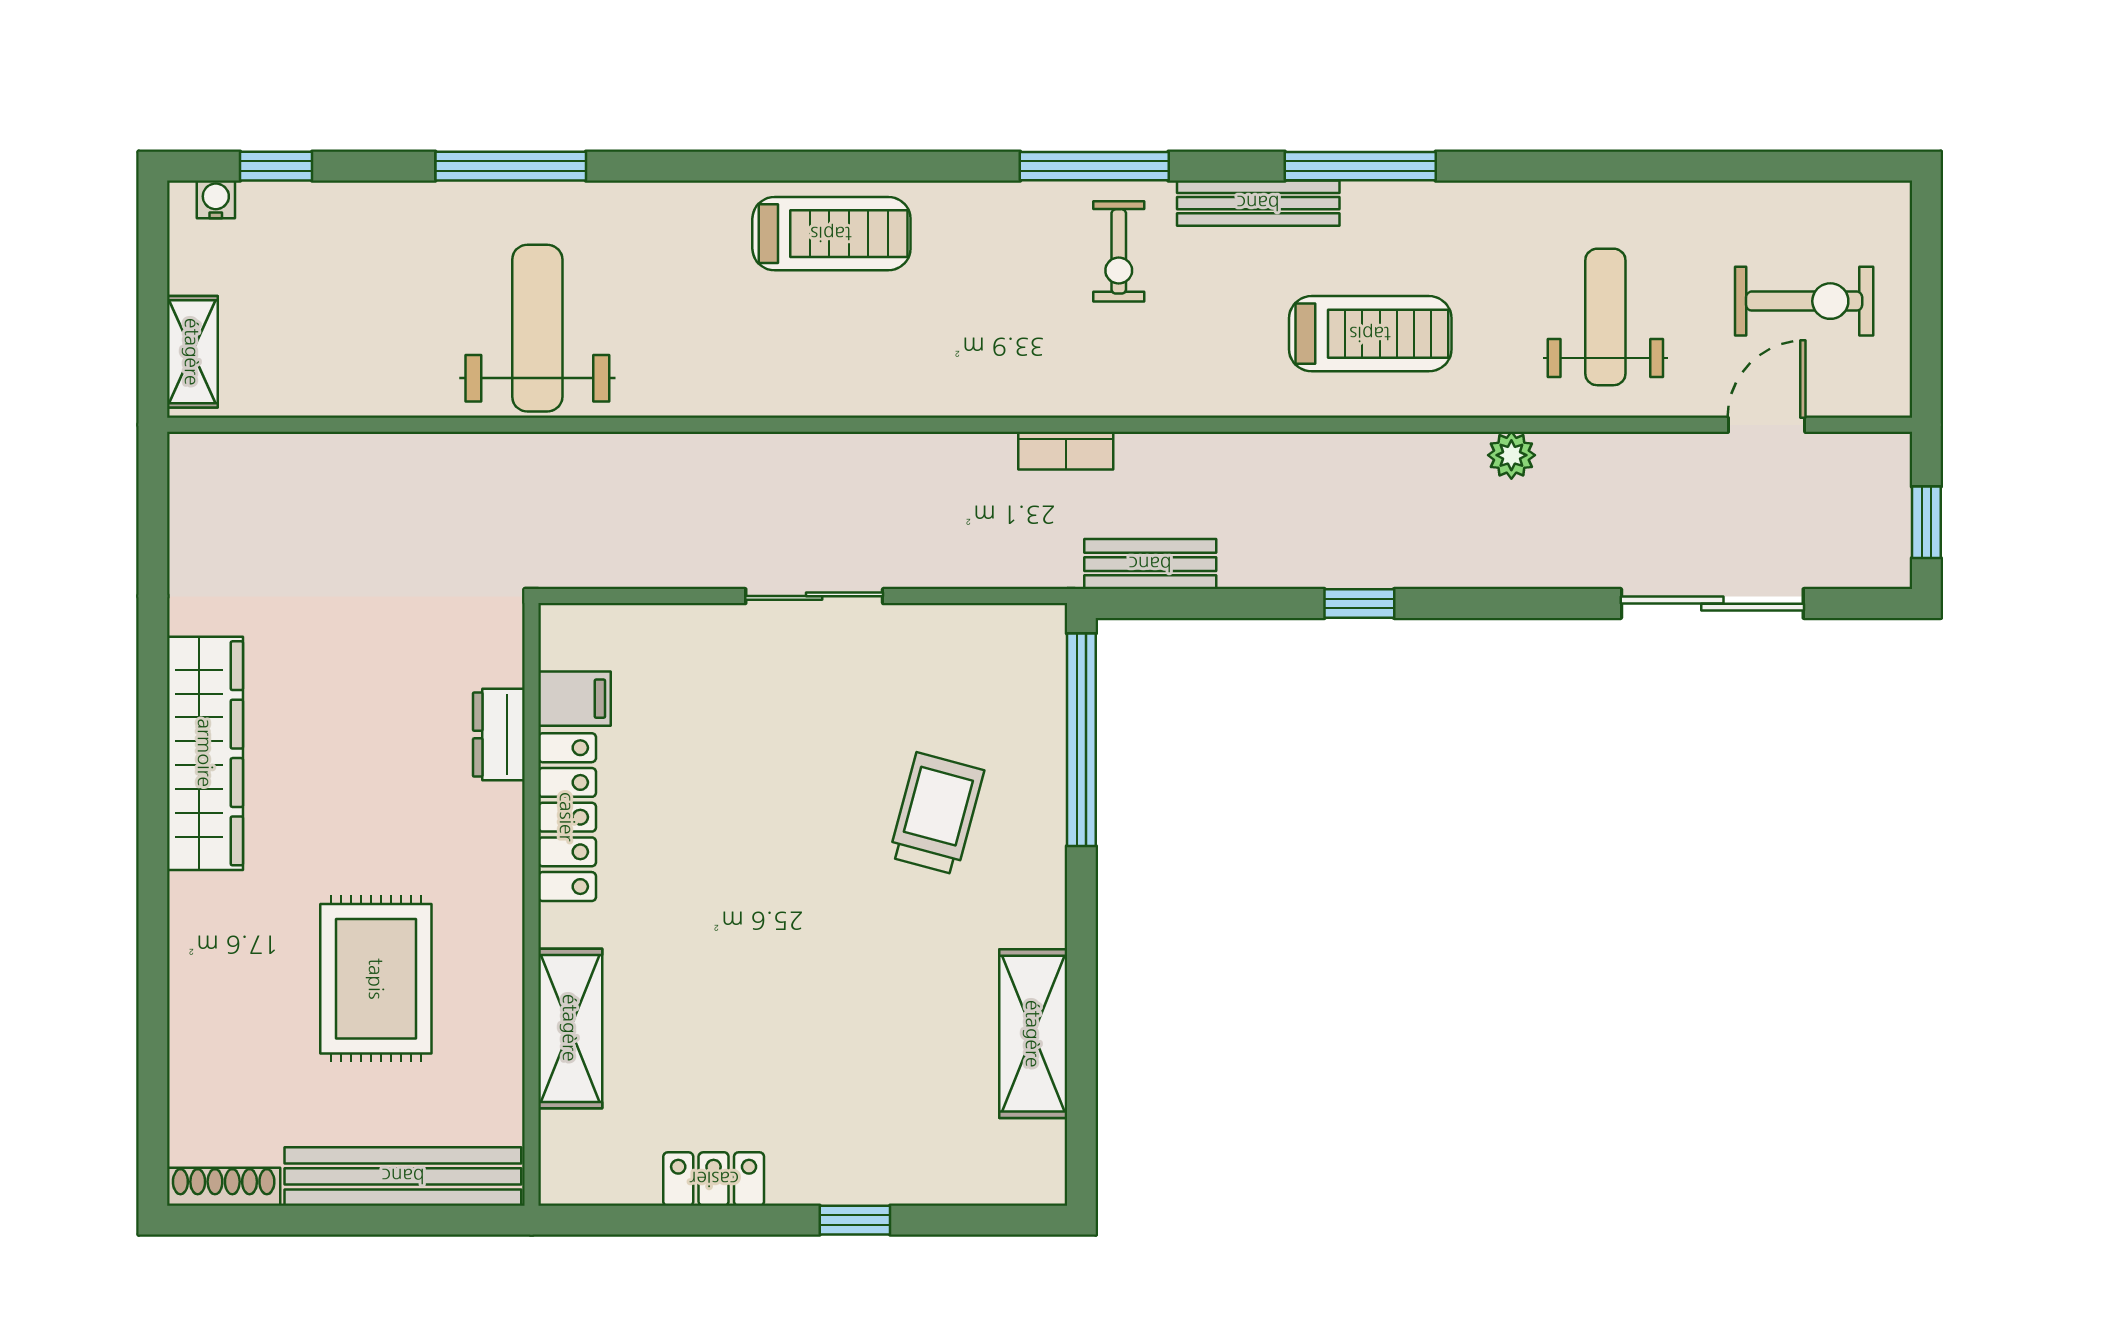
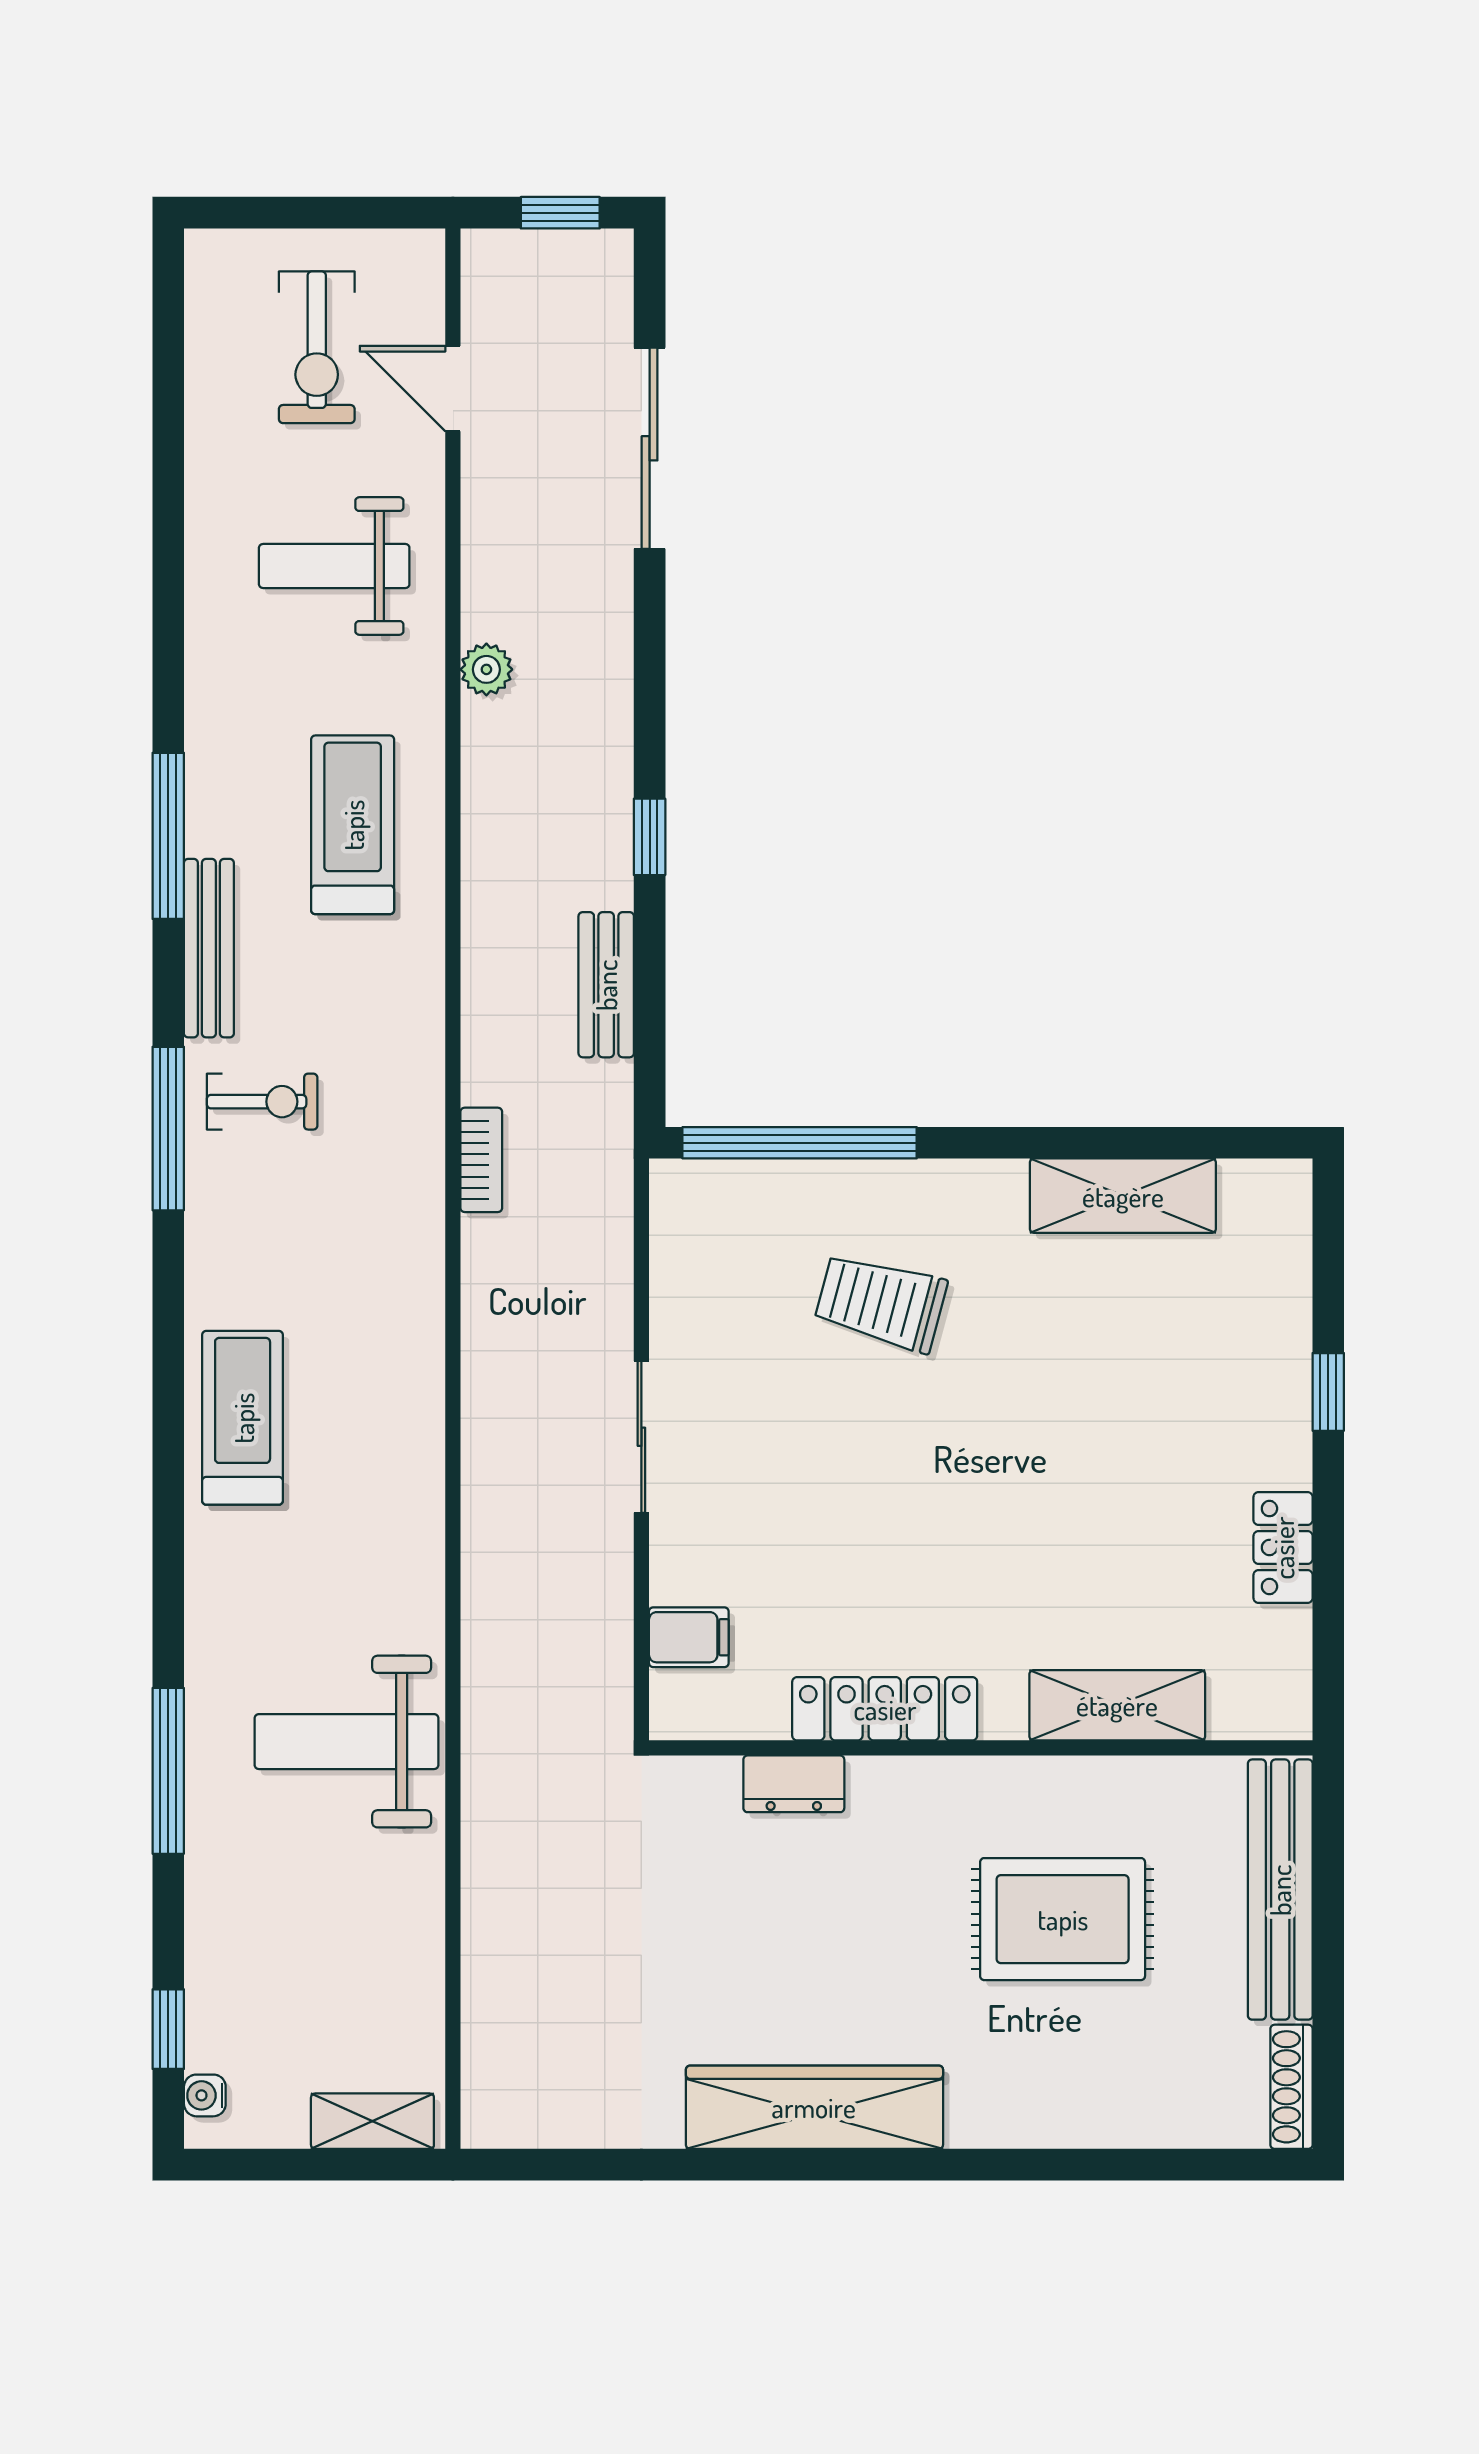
exercise bike: (1804, 301) -> (317, 347), turned 180
bench: (1150, 564) -> (606, 985), moved
filing cabinet: (575, 699) -> (689, 1637), moved, turned 90

